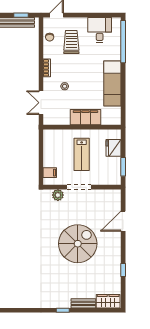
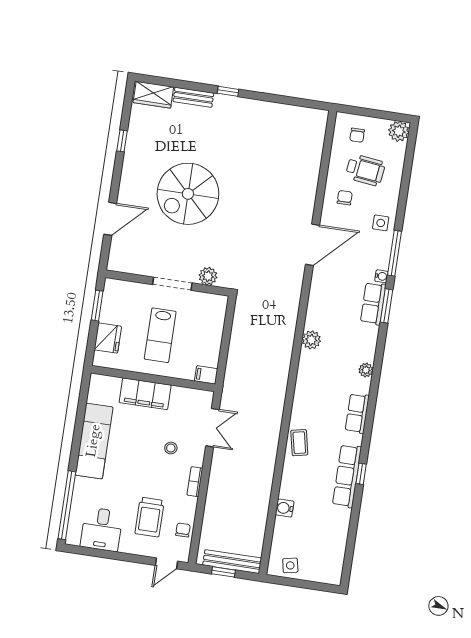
lab bench: (82, 154) -> (160, 335), turned 180
filing cabinet: (50, 173) -> (206, 375), moved

